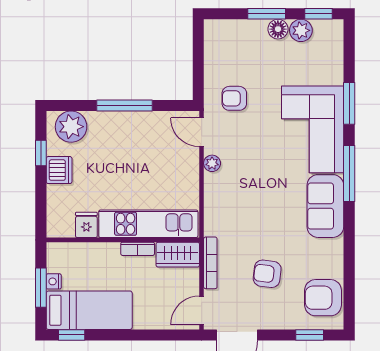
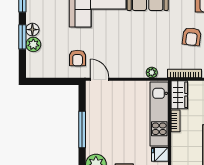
plant: (301, 30) -> (33, 44), moved
door: (202, 132) -> (100, 79), swing flipped
plant: (212, 163) -> (152, 72), moved

